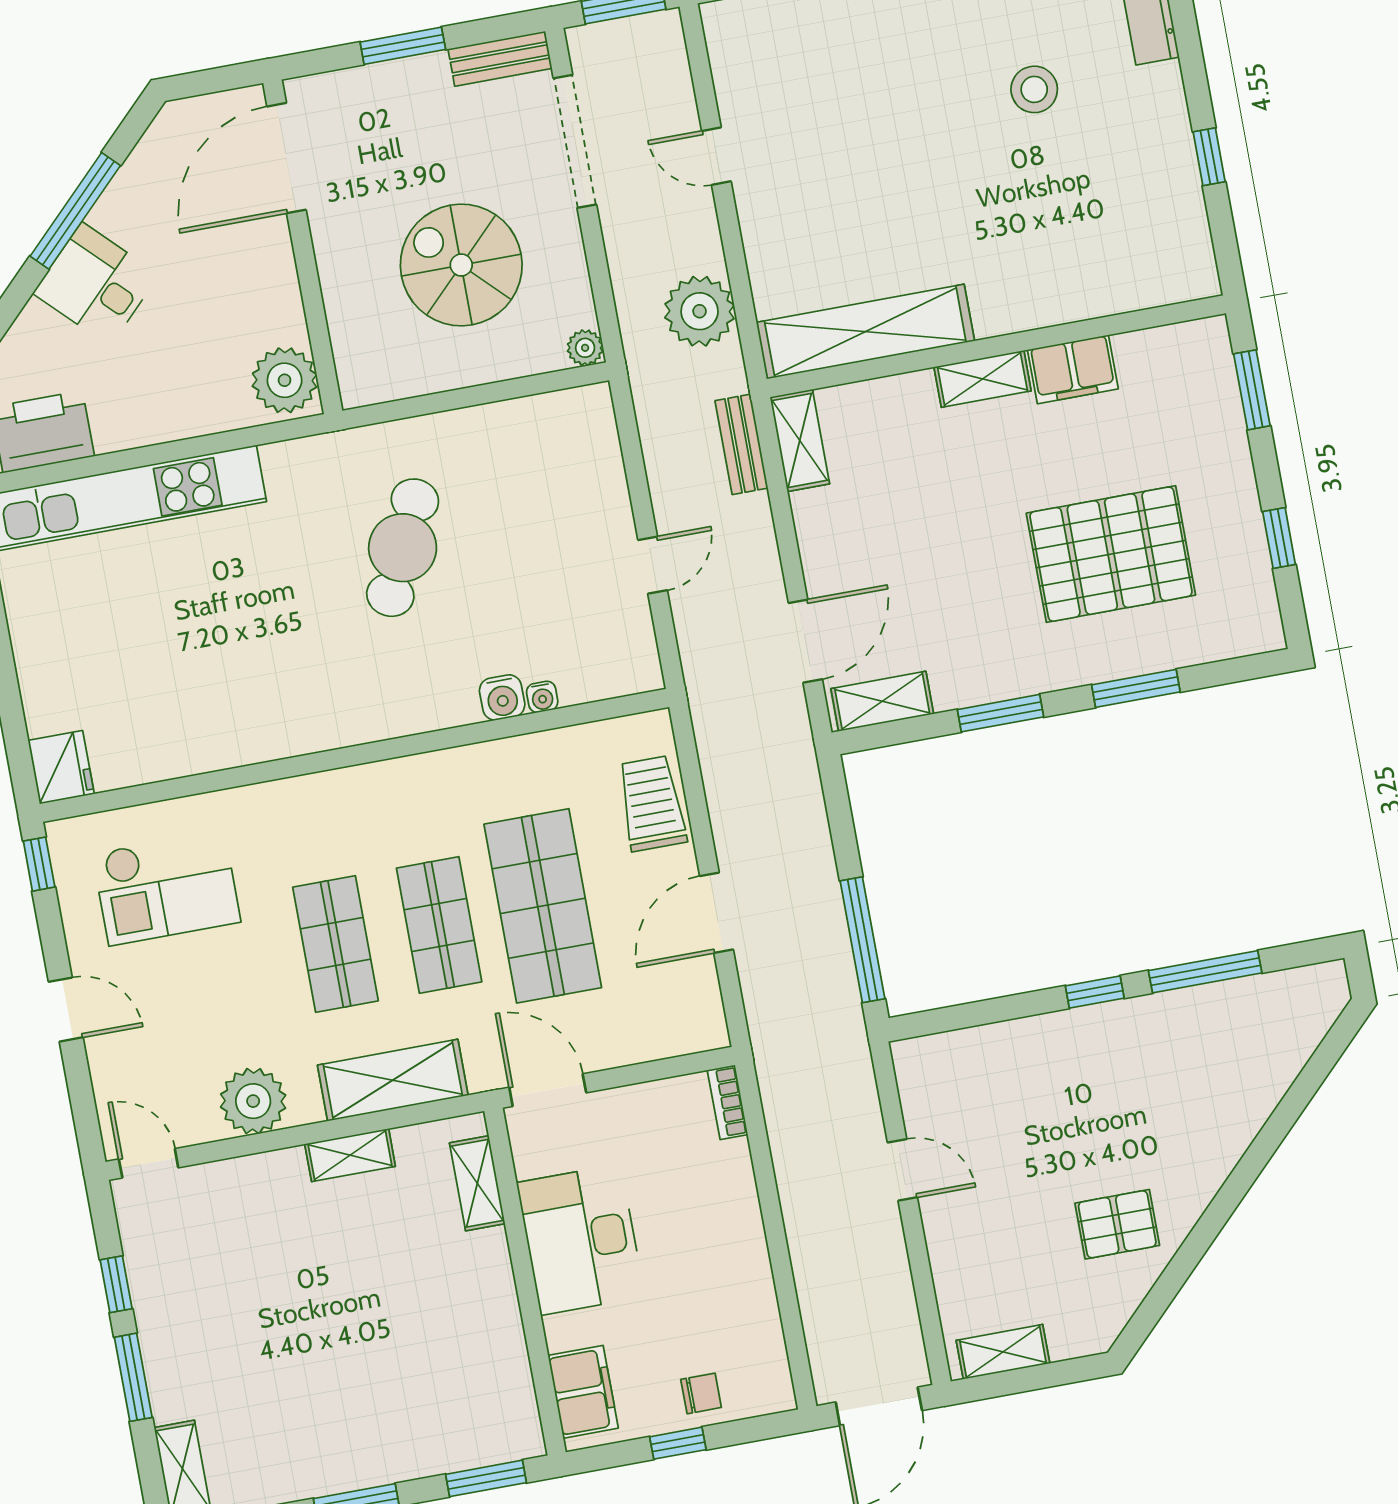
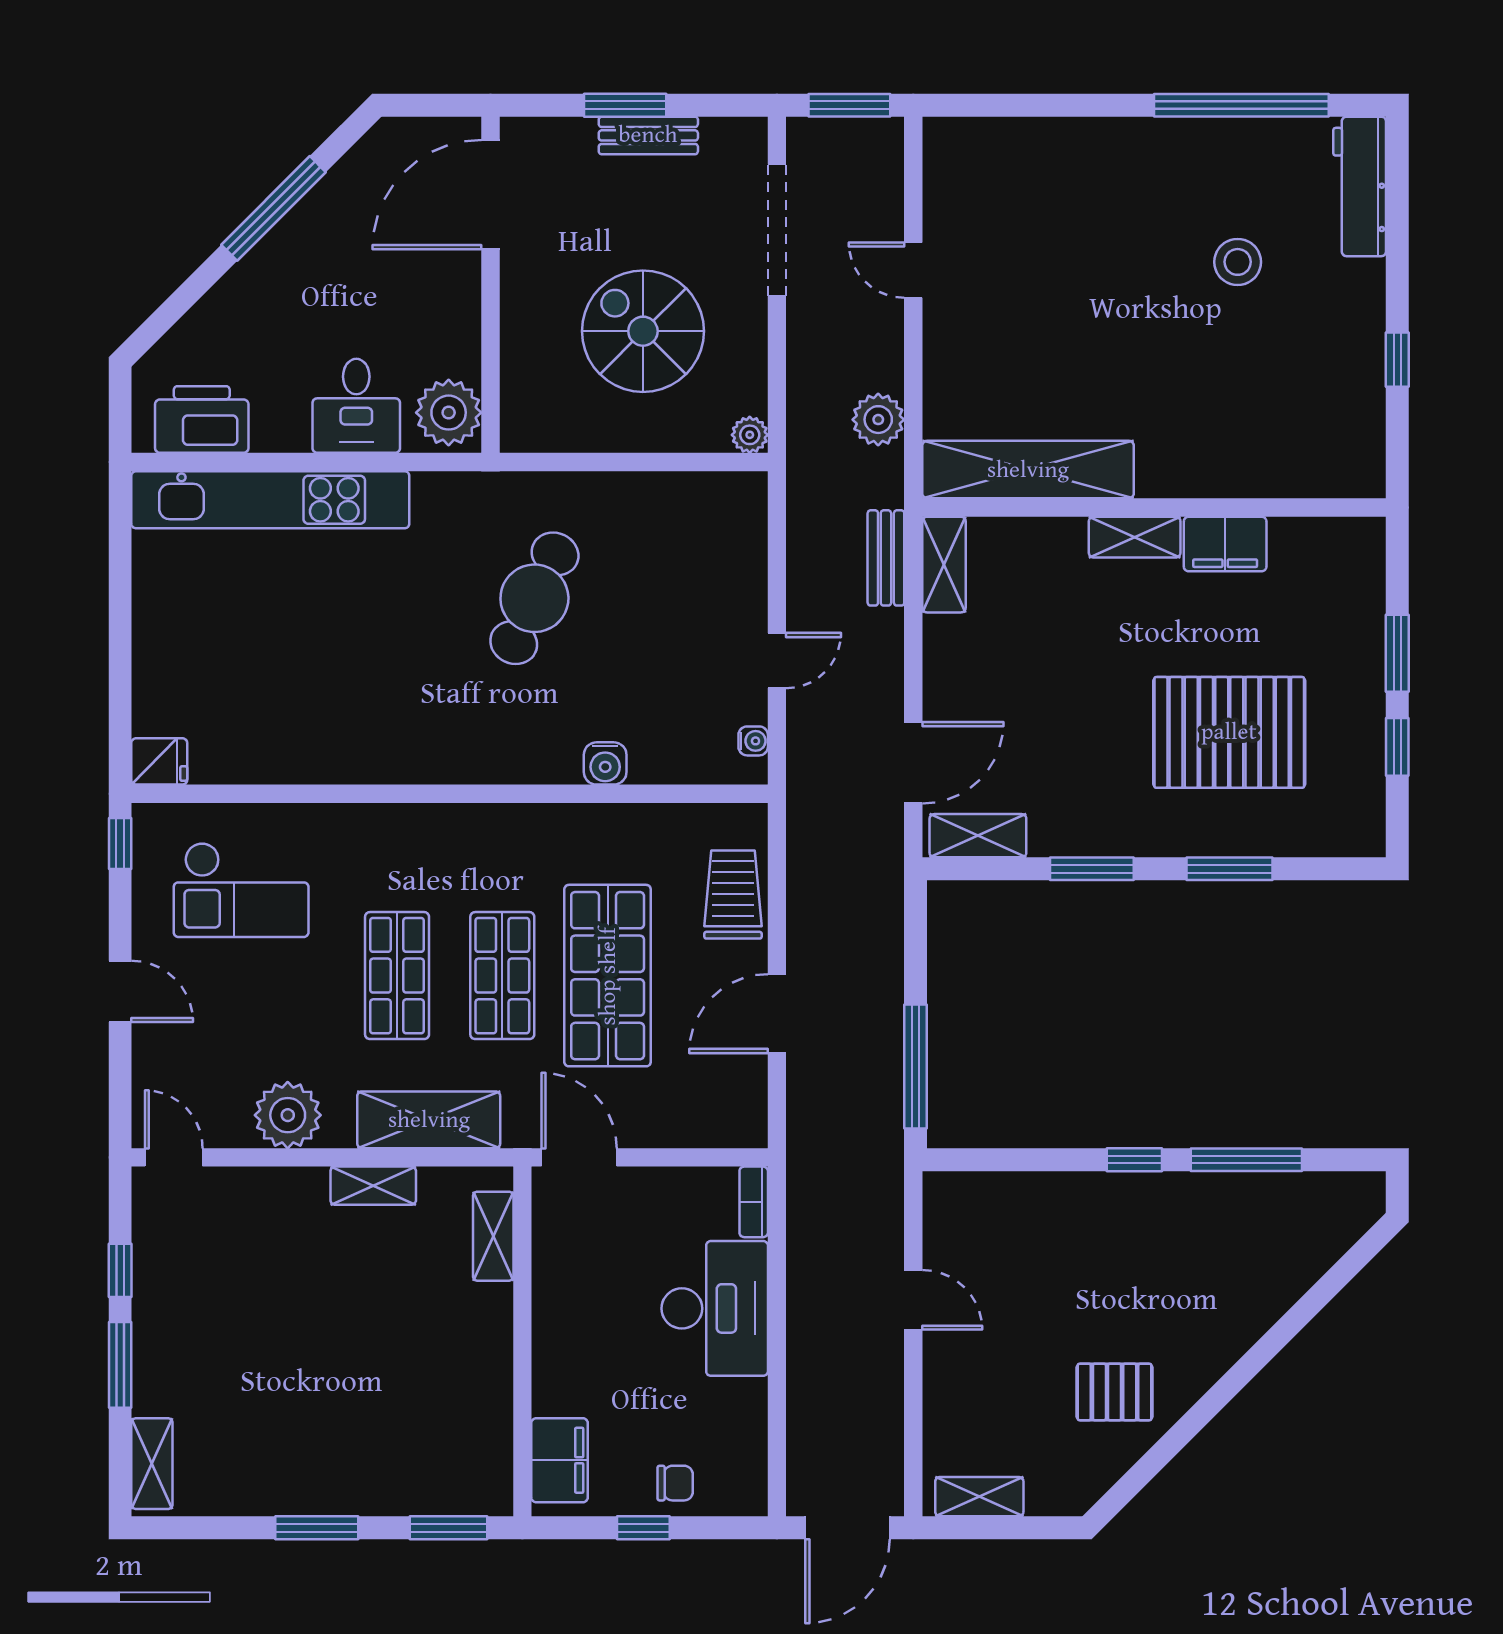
bench: (500, 59) -> (648, 135), moved
desk: (96, 284) -> (356, 406), moved, turned -135
plant: (700, 311) -> (878, 420), width x0.73, depth x0.73
window: (1252, 390) -> (1397, 653), moved
water cooler: (542, 697) -> (753, 741), moved, turned -90
fridge: (61, 767) -> (159, 761), width x0.72
desk: (581, 1240) -> (715, 1308), moved, turned 180

